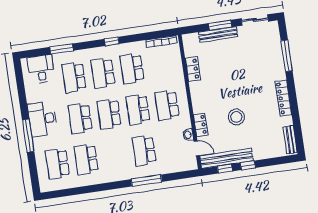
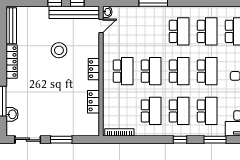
bench: (218, 34) -> (65, 131), removed
window: (112, 41) -> (180, 140), moved
washbasin: (275, 44) -> (12, 114), added
locker: (201, 125) -> (94, 69), moved
washbasin: (188, 135) -> (107, 12), moved
bench: (290, 140) -> (11, 26), width x1.36
door: (197, 148) -> (101, 26), swing flipped
school desk: (144, 151) -> (179, 31), moved

